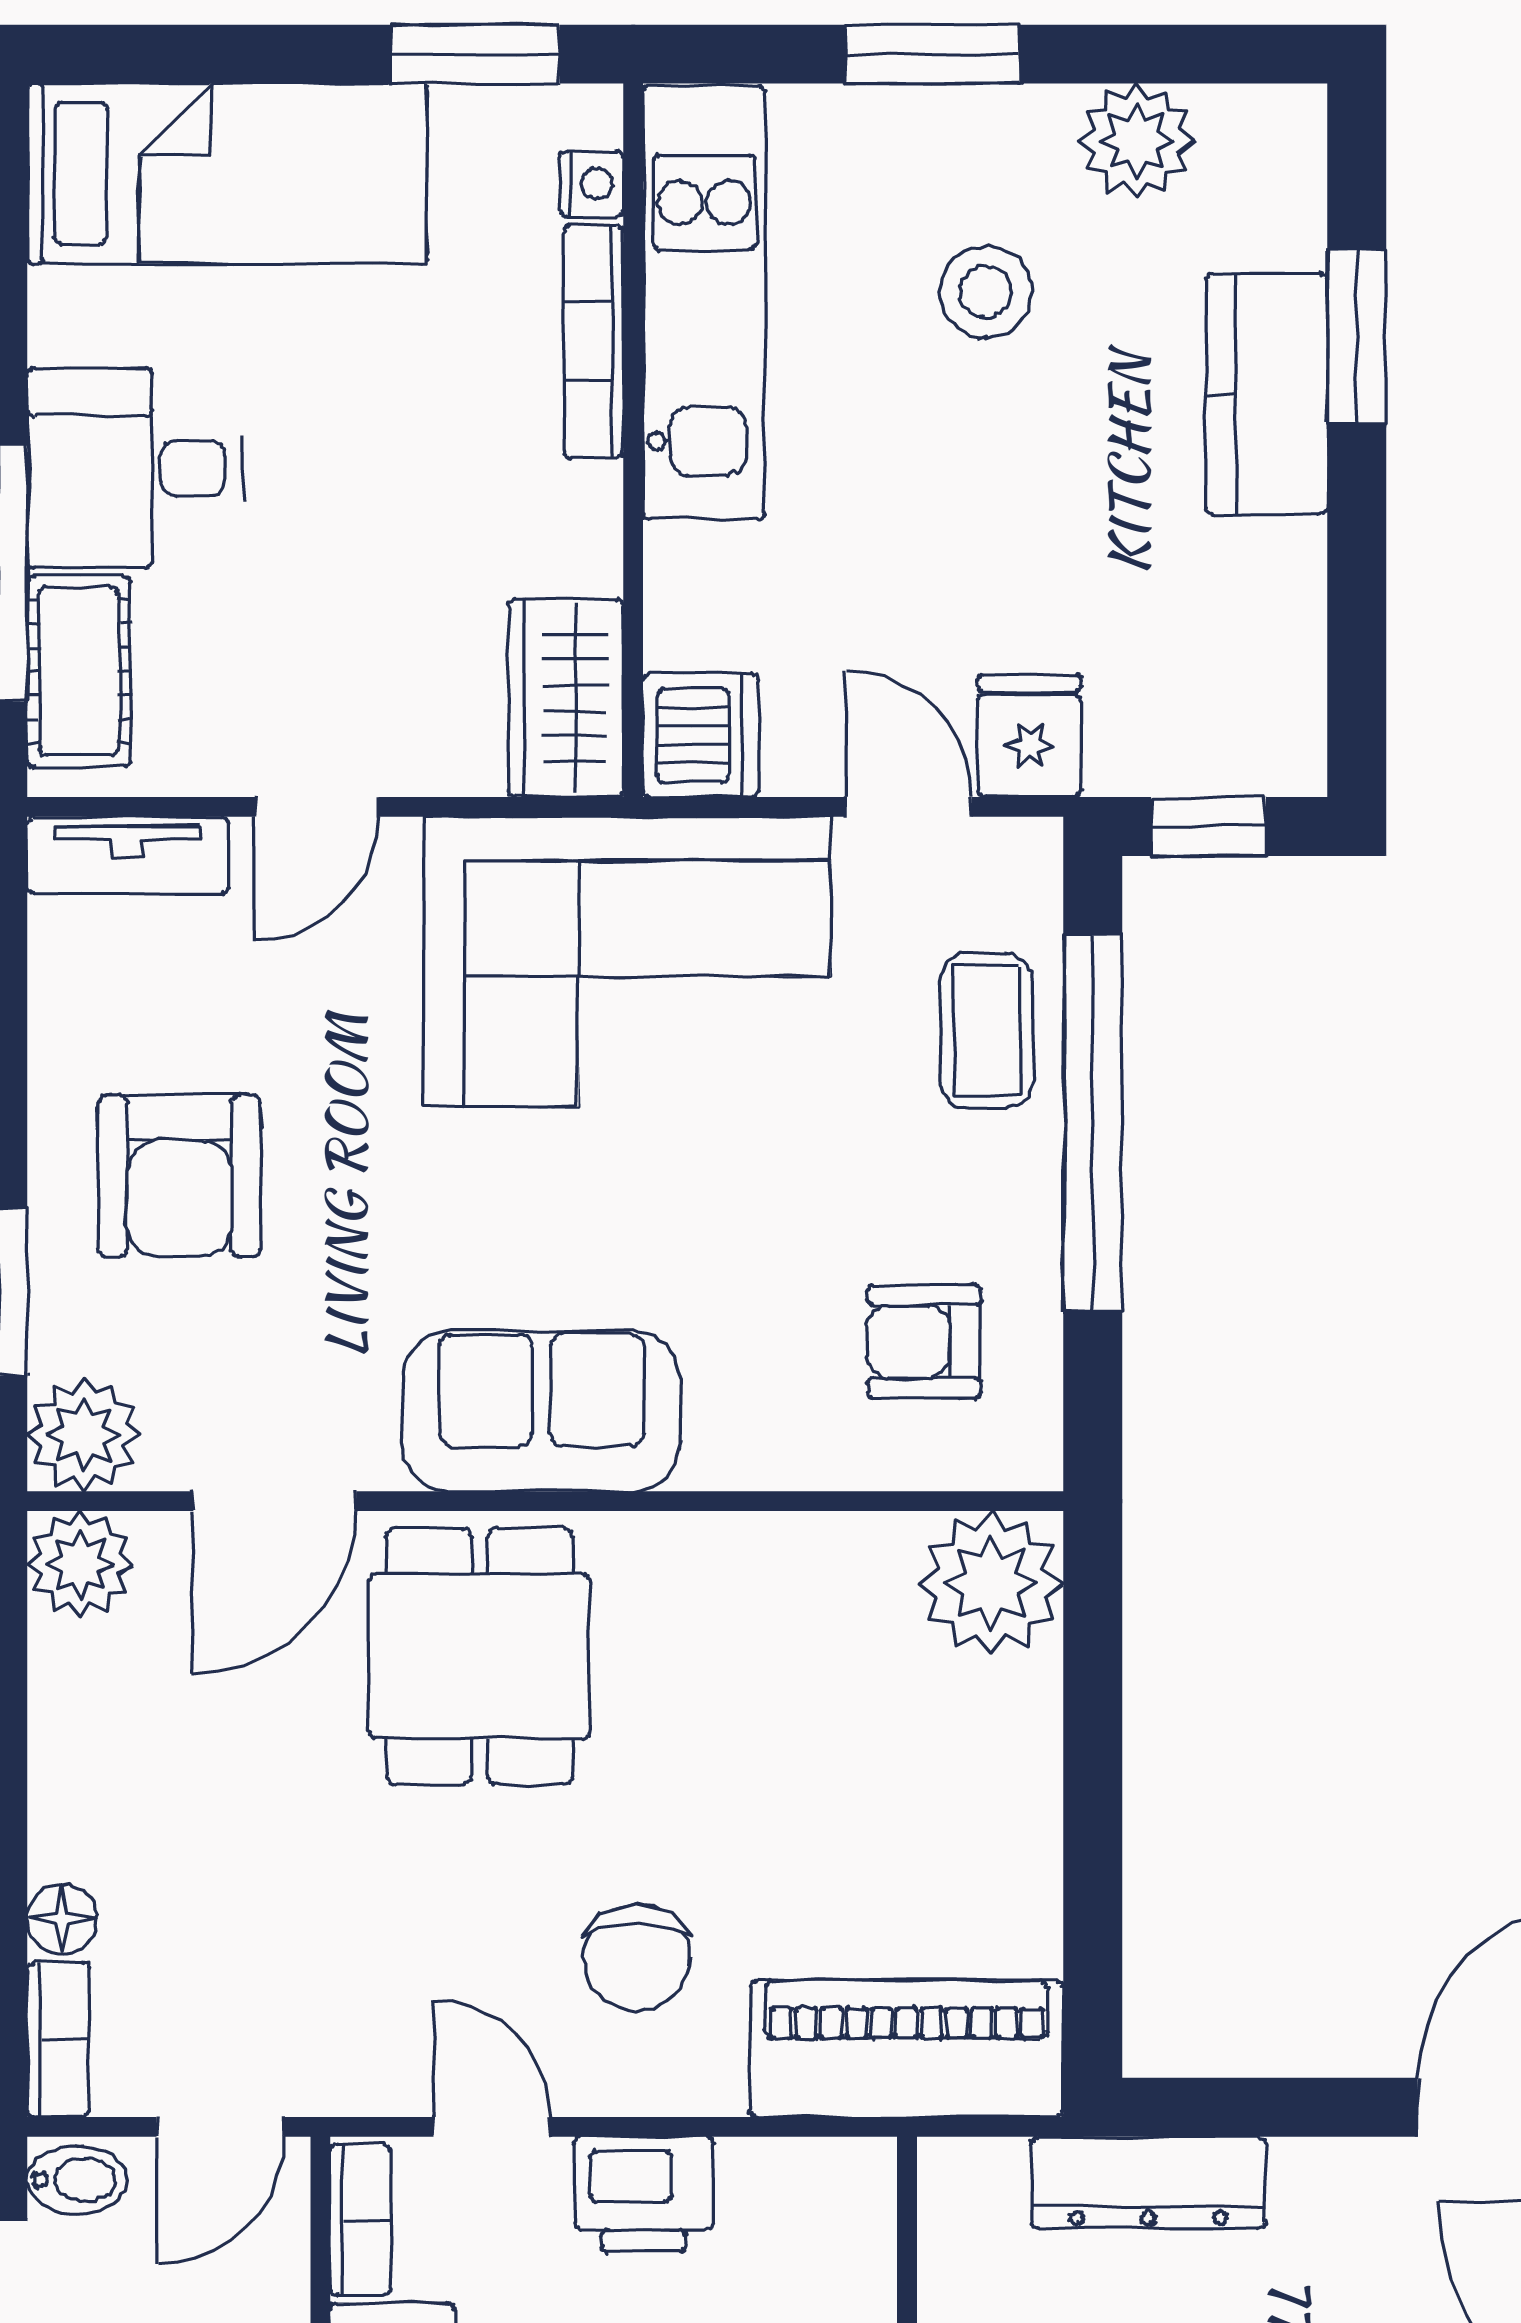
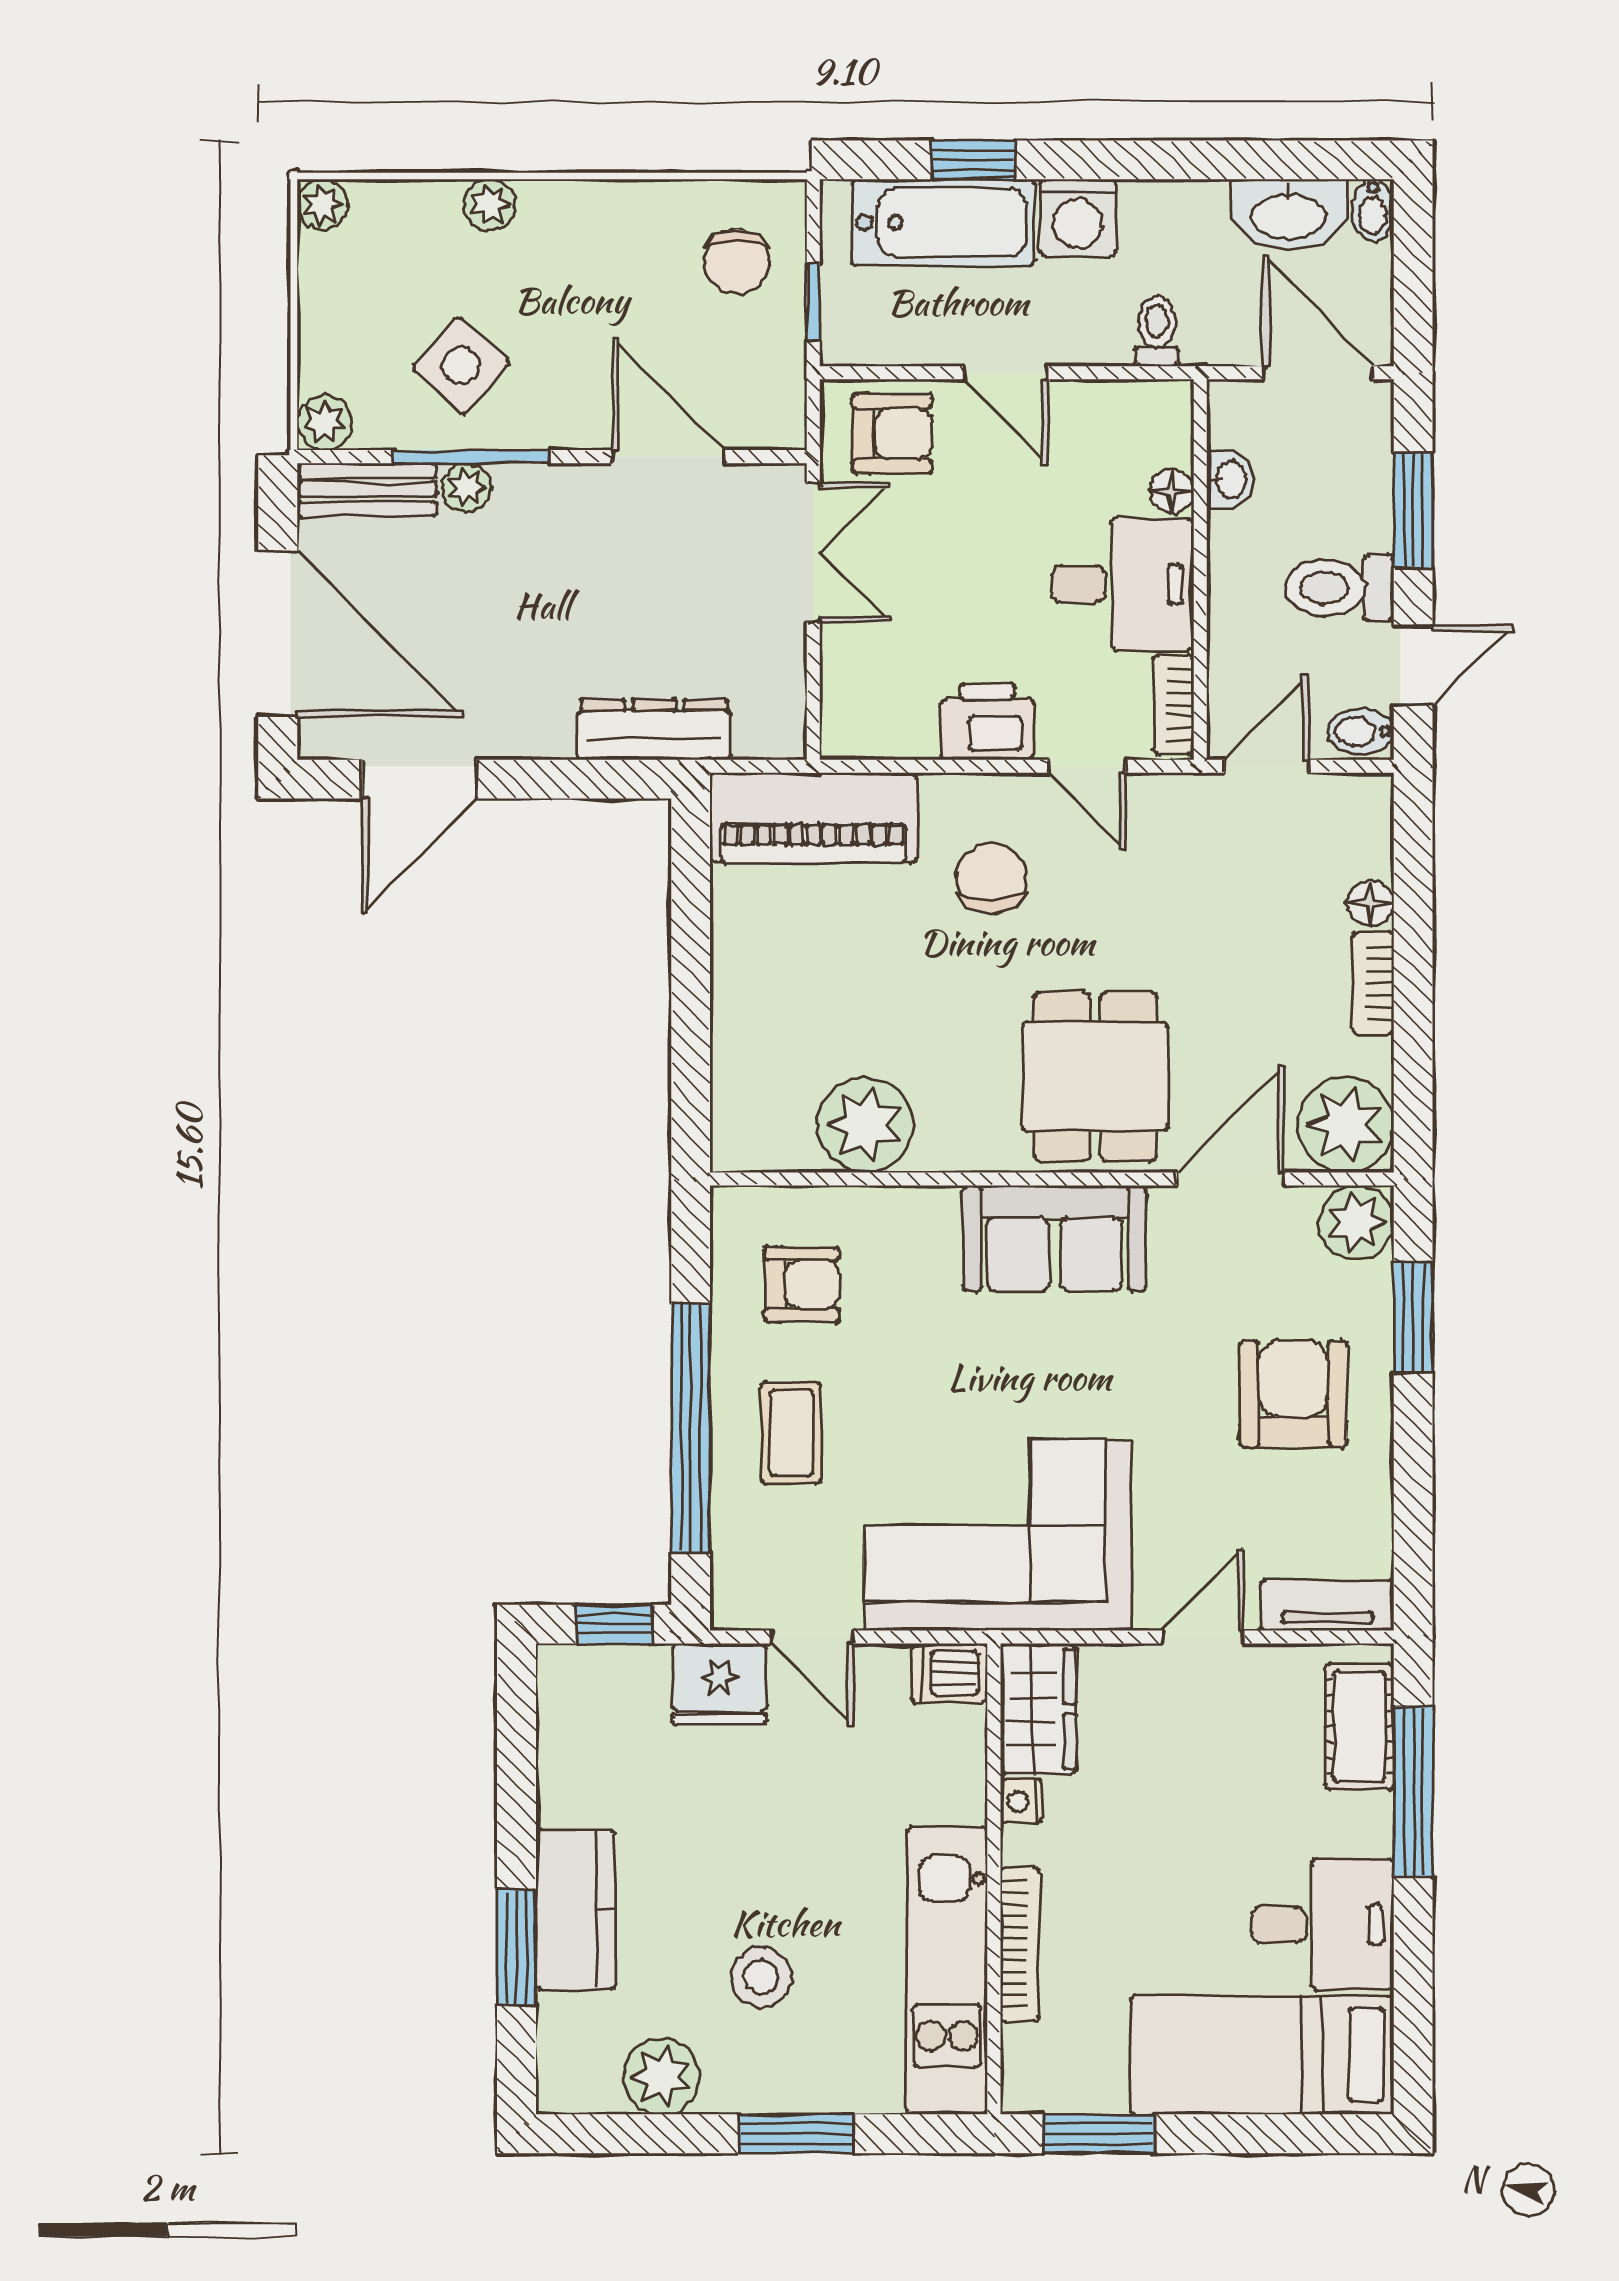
nightstand: (592, 184) -> (1021, 1801), moved
desk: (135, 468) -> (1323, 1925), moved
dishwasher: (701, 735) -> (949, 1673), width x0.73
fridge: (1029, 736) -> (720, 1684), width x1.38
coffee table: (986, 1031) -> (791, 1433), moved
plant: (80, 1564) -> (1346, 1125), width x1.36, depth x1.36
plant: (991, 1583) -> (865, 1125), moved
bookcase: (58, 2039) -> (1373, 983), moved

